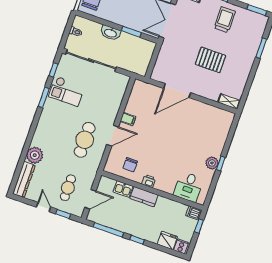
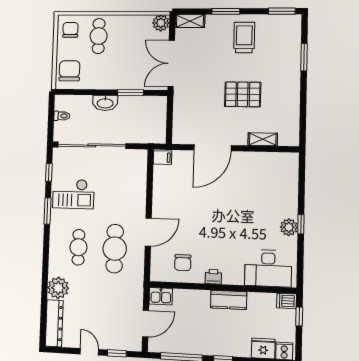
shelving: (229, 101) -> (263, 139), moved
filing cabinet: (128, 119) -> (163, 158), moved
desk: (188, 187) -> (268, 268), width x1.37
cafe table: (68, 188) -> (78, 247), moved
kitchen sink: (123, 189) -> (161, 296), moved
kitchen counter: (144, 197) -> (229, 300), moved

